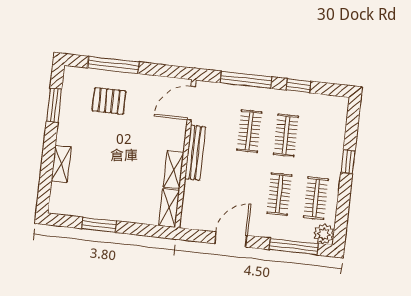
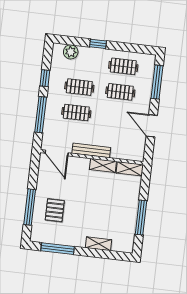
window: (54, 105) -> (58, 249), width x1.44
window: (99, 225) -> (141, 218), width x1.44
plant: (324, 234) -> (71, 52), moved

